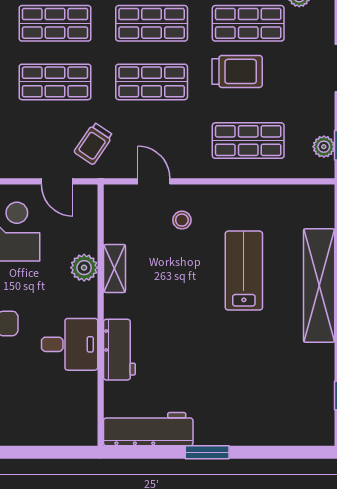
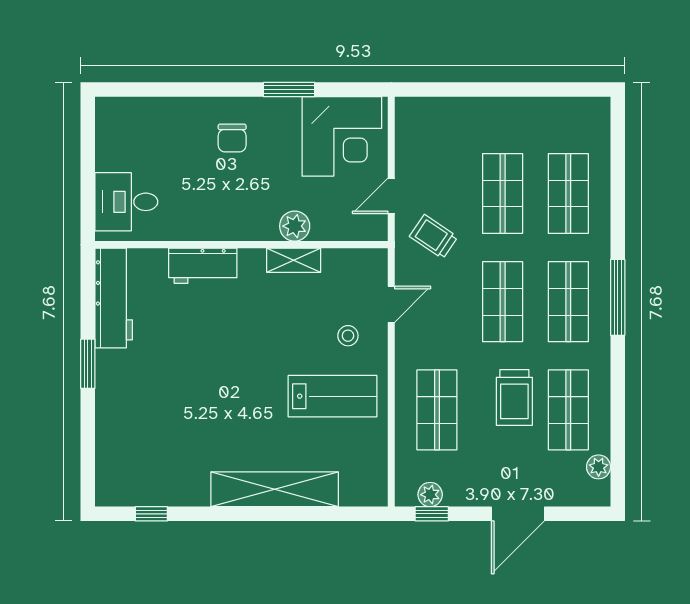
lab bench: (244, 271) -> (332, 396), moved
desk: (70, 344) -> (126, 202), moved, turned 90

